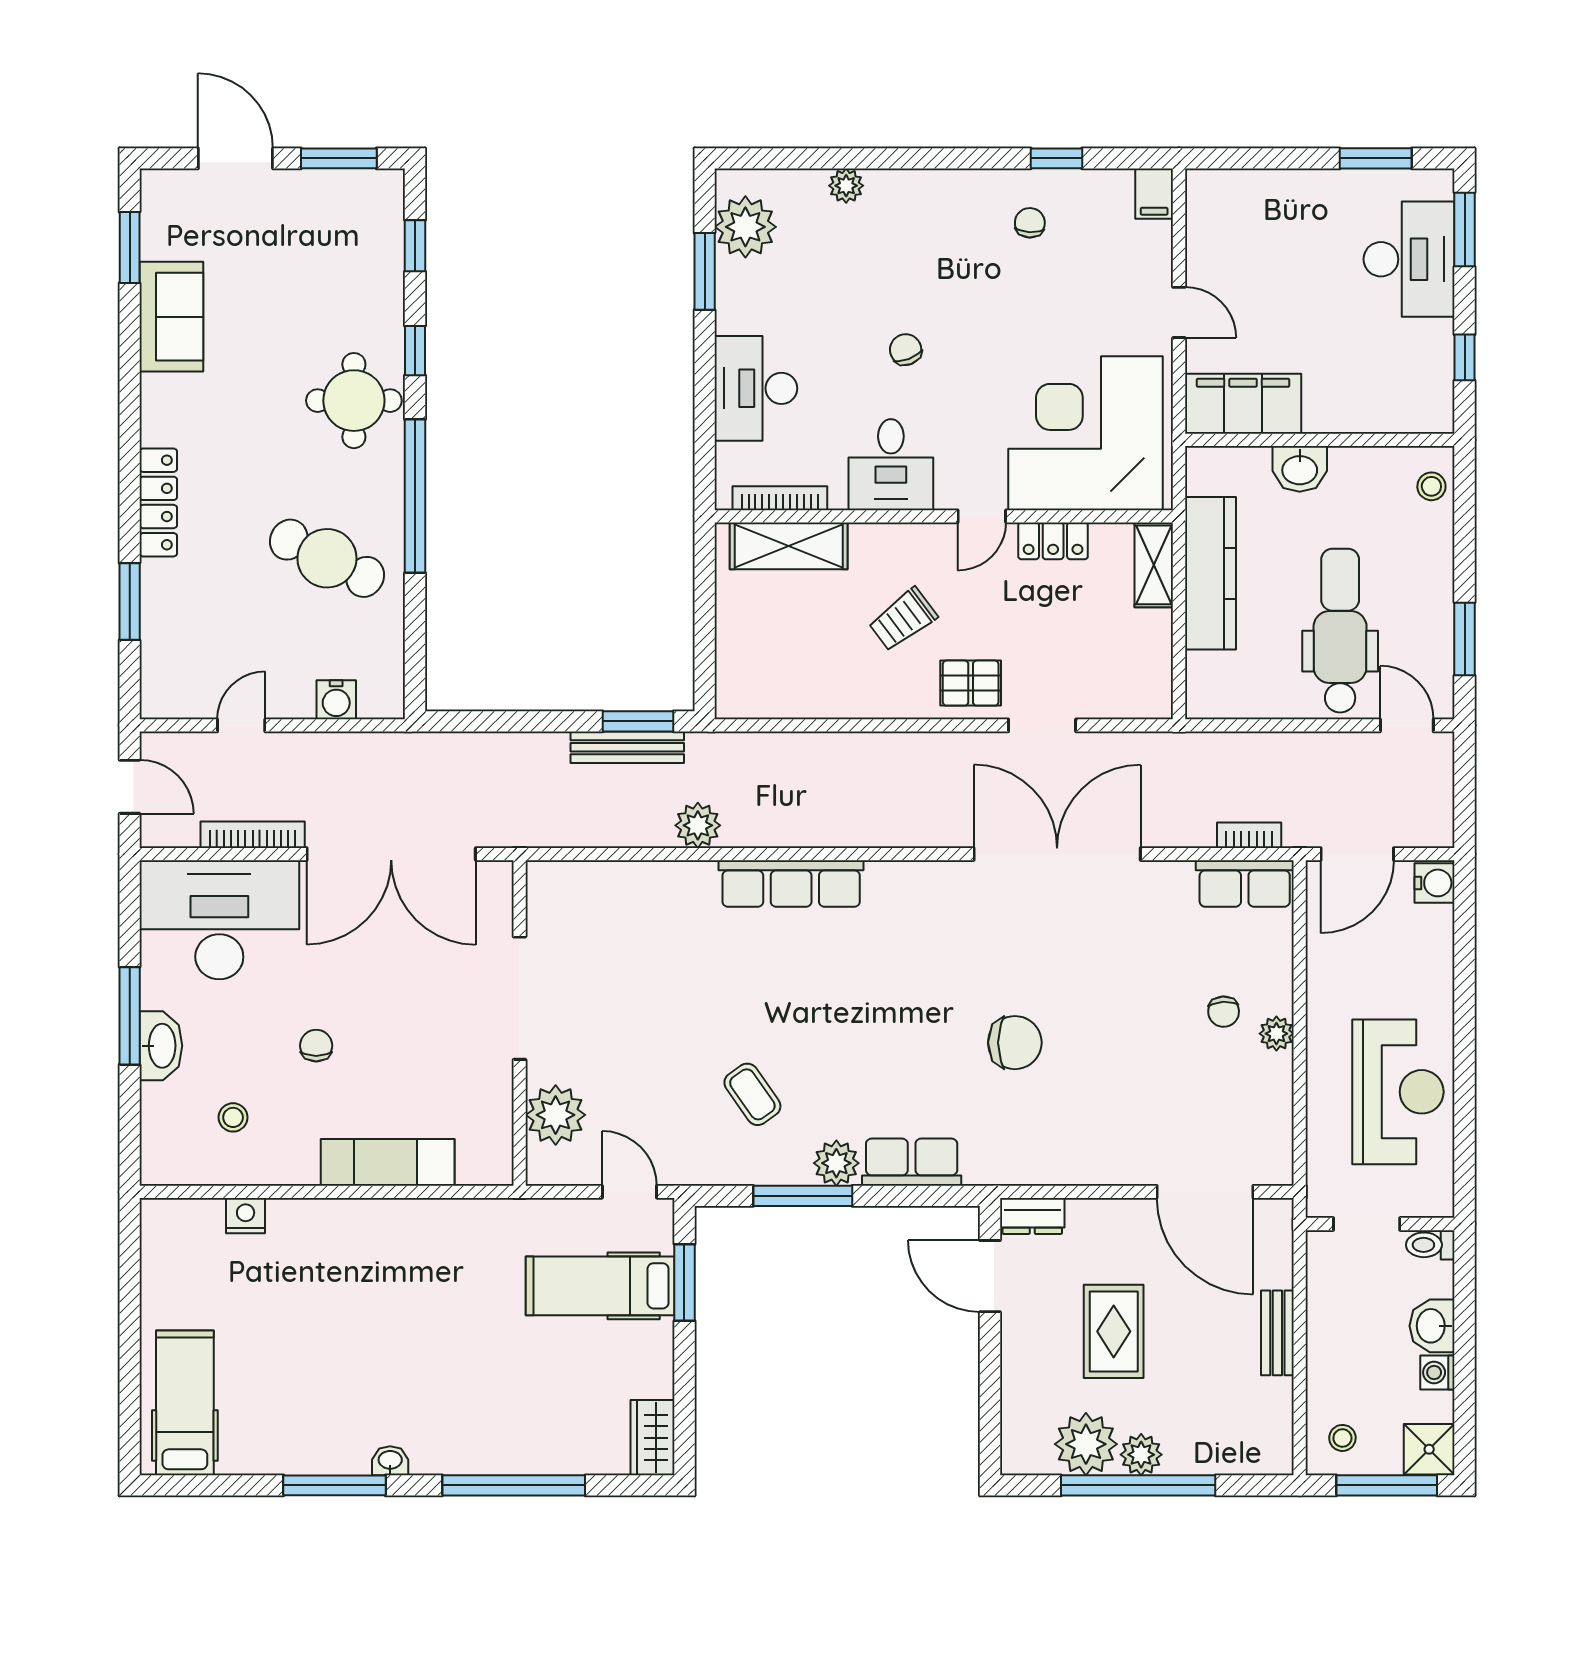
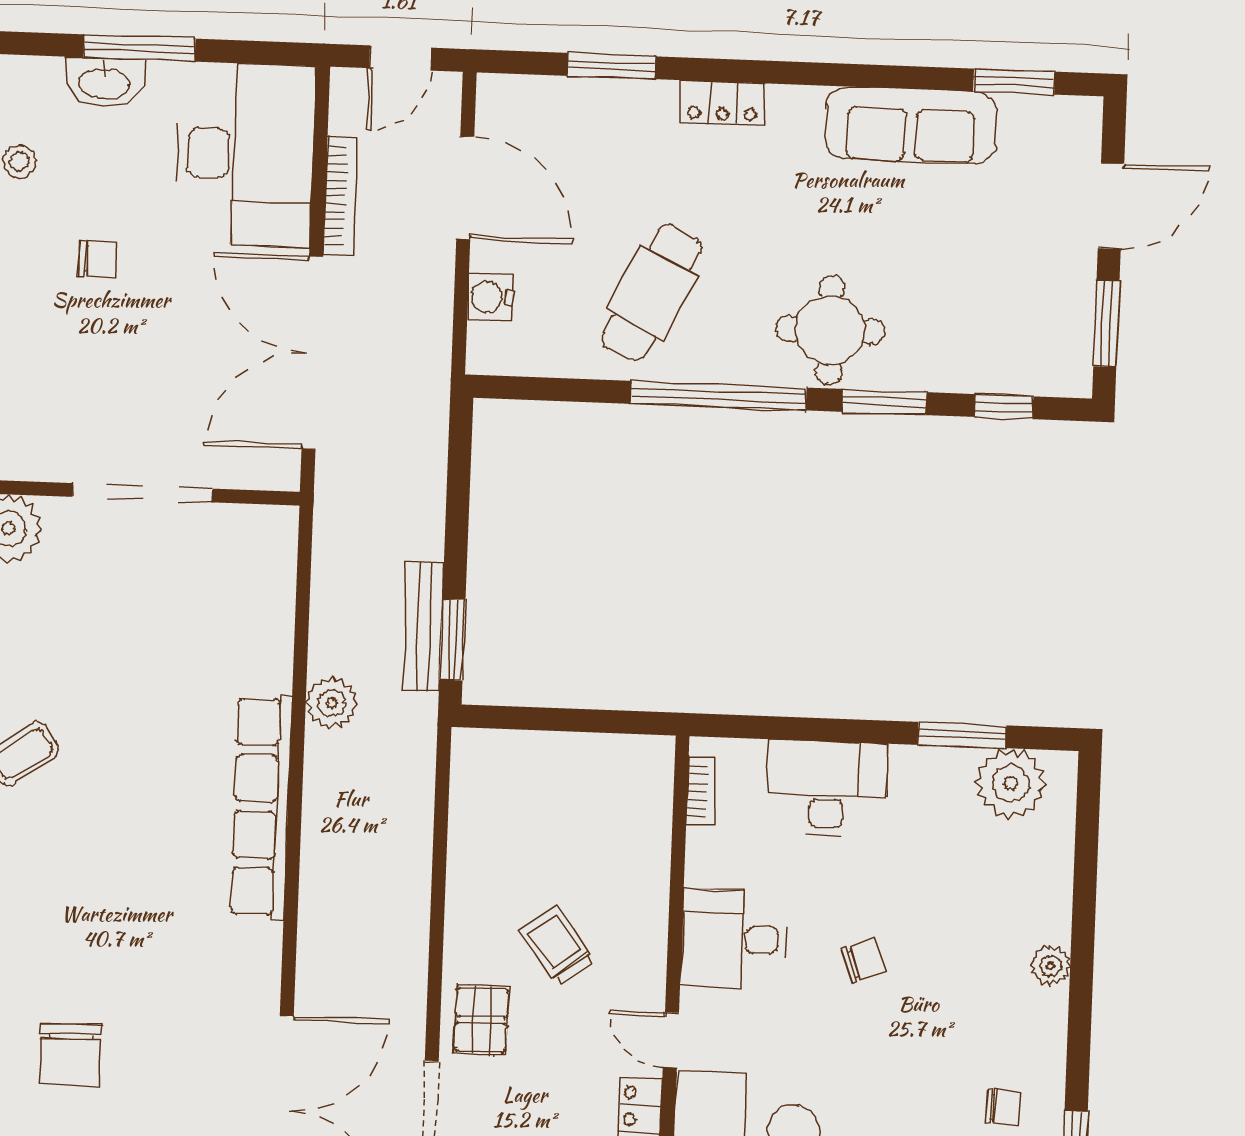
plant: (846, 186) -> (1051, 966), moved
sofa: (171, 317) -> (911, 125), width x1.36
window: (415, 351) -> (884, 402), width x1.50
bookcase: (780, 498) -> (701, 792), width x0.64
locker: (158, 502) -> (723, 103), width x0.66
shelving: (789, 546) -> (646, 819), removed
door: (241, 725) -> (465, 188), width x1.88
row of seats: (791, 884) -> (261, 807), width x1.36

